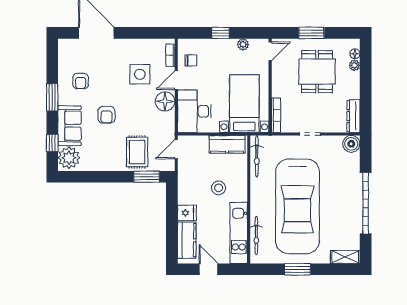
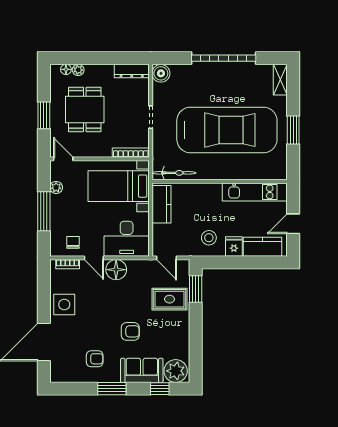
window: (220, 33) -> (44, 211), width x2.17
dining table: (317, 72) -> (85, 109), turned 90
side table: (140, 74) -> (64, 304), moved
stool: (219, 188) -> (209, 238), moved
bicycle: (256, 236) -> (258, 173), removed

